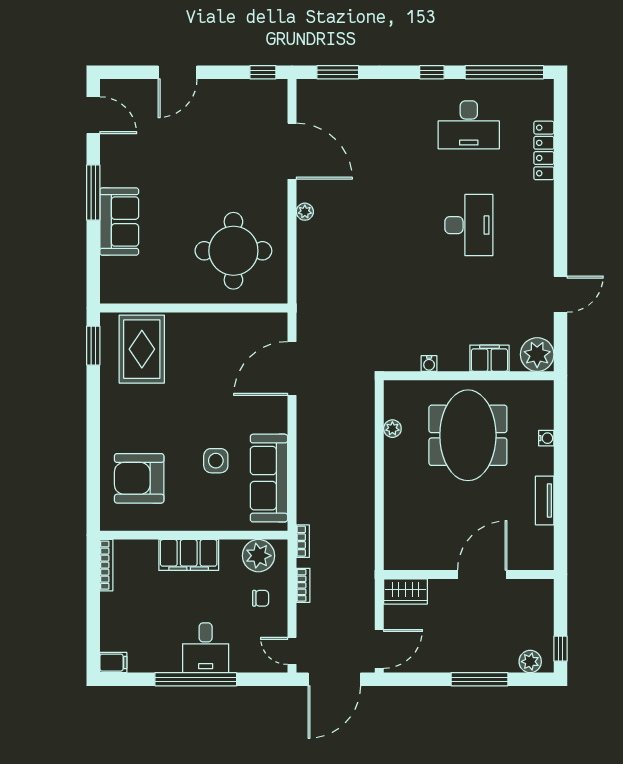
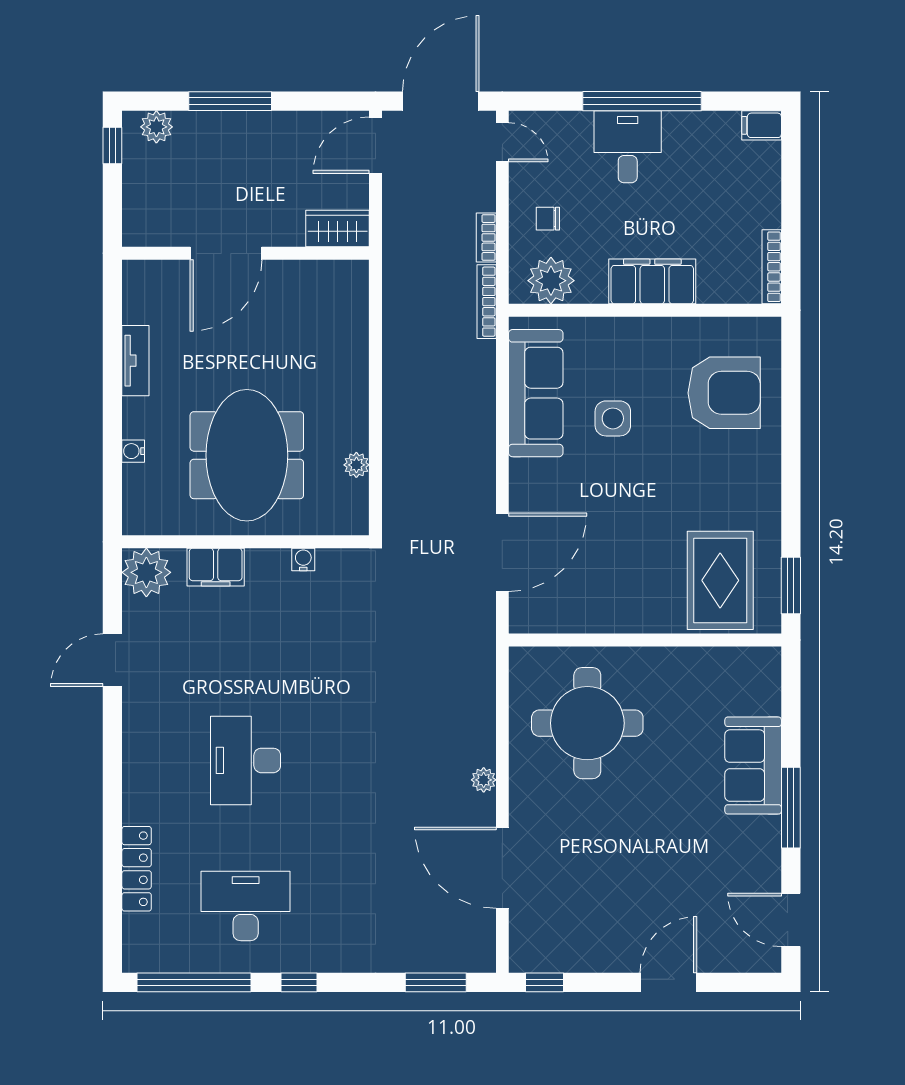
bookcase: (303, 541) -> (487, 302), width x1.56

